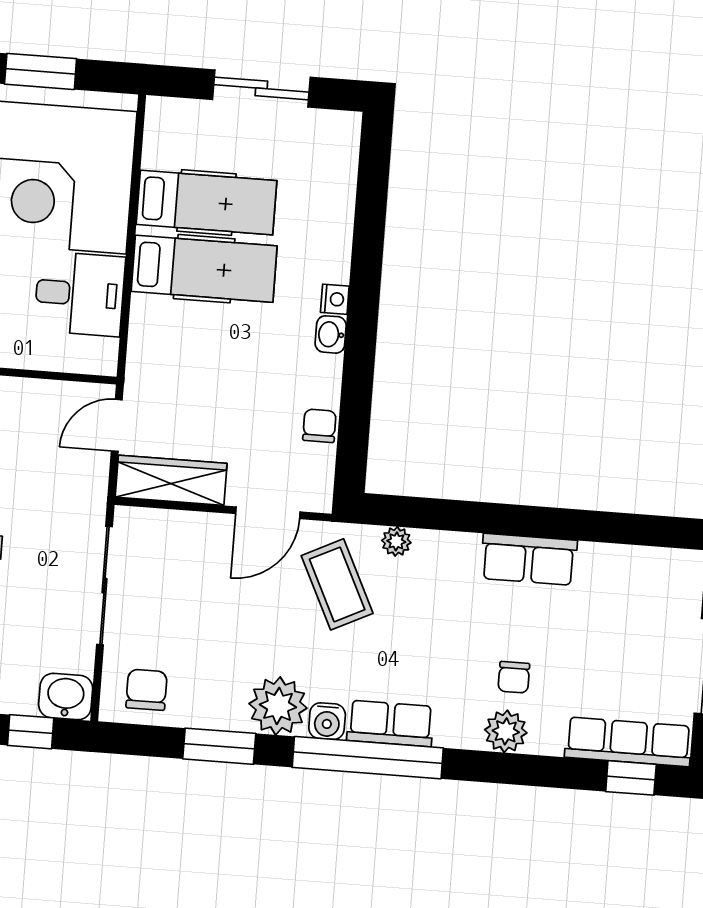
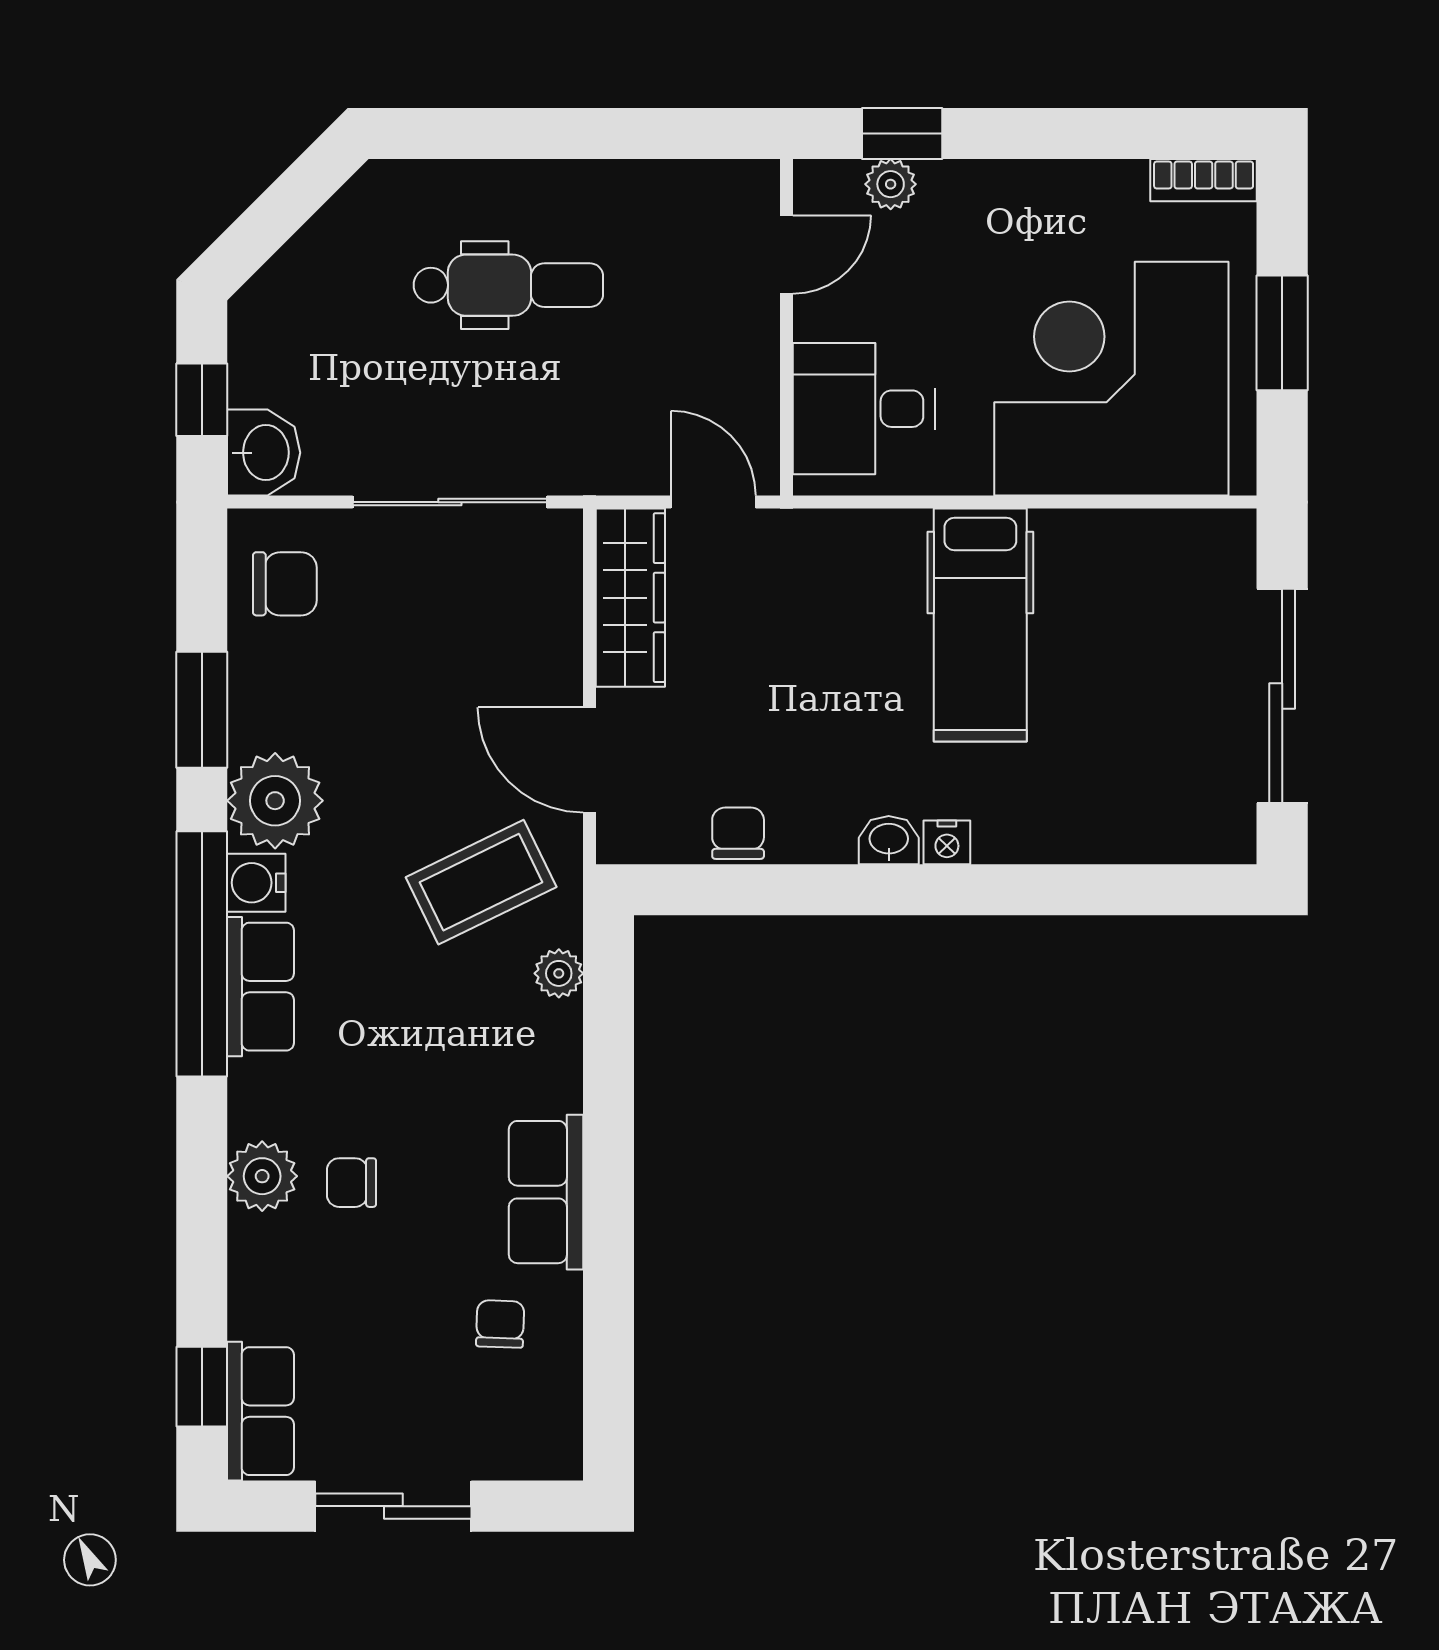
sliding door: (261, 88) -> (1282, 696), width x1.37
hospital bed: (207, 202) -> (1089, 621), removed
desk: (80, 294) -> (864, 409), moved, turned 90
chair: (319, 426) -> (738, 833), turned -90
chair: (607, 593) -> (500, 1324), added
row of seats: (628, 742) -> (260, 1411), width x0.68

